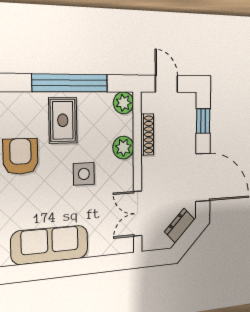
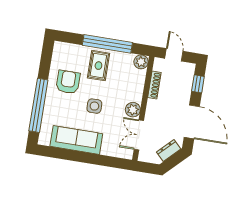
plant: (123, 148) -> (133, 110), moved
side table: (84, 174) -> (94, 106), moved

